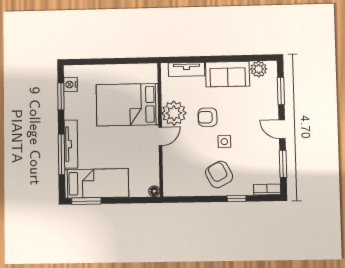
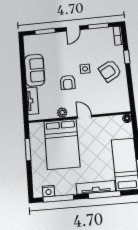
window: (124, 61) -> (28, 150), added
plant: (259, 69) -> (30, 48), removed
window: (61, 96) -> (58, 198), width x1.44
plant: (174, 113) -> (62, 113), width x0.53, depth x0.53

